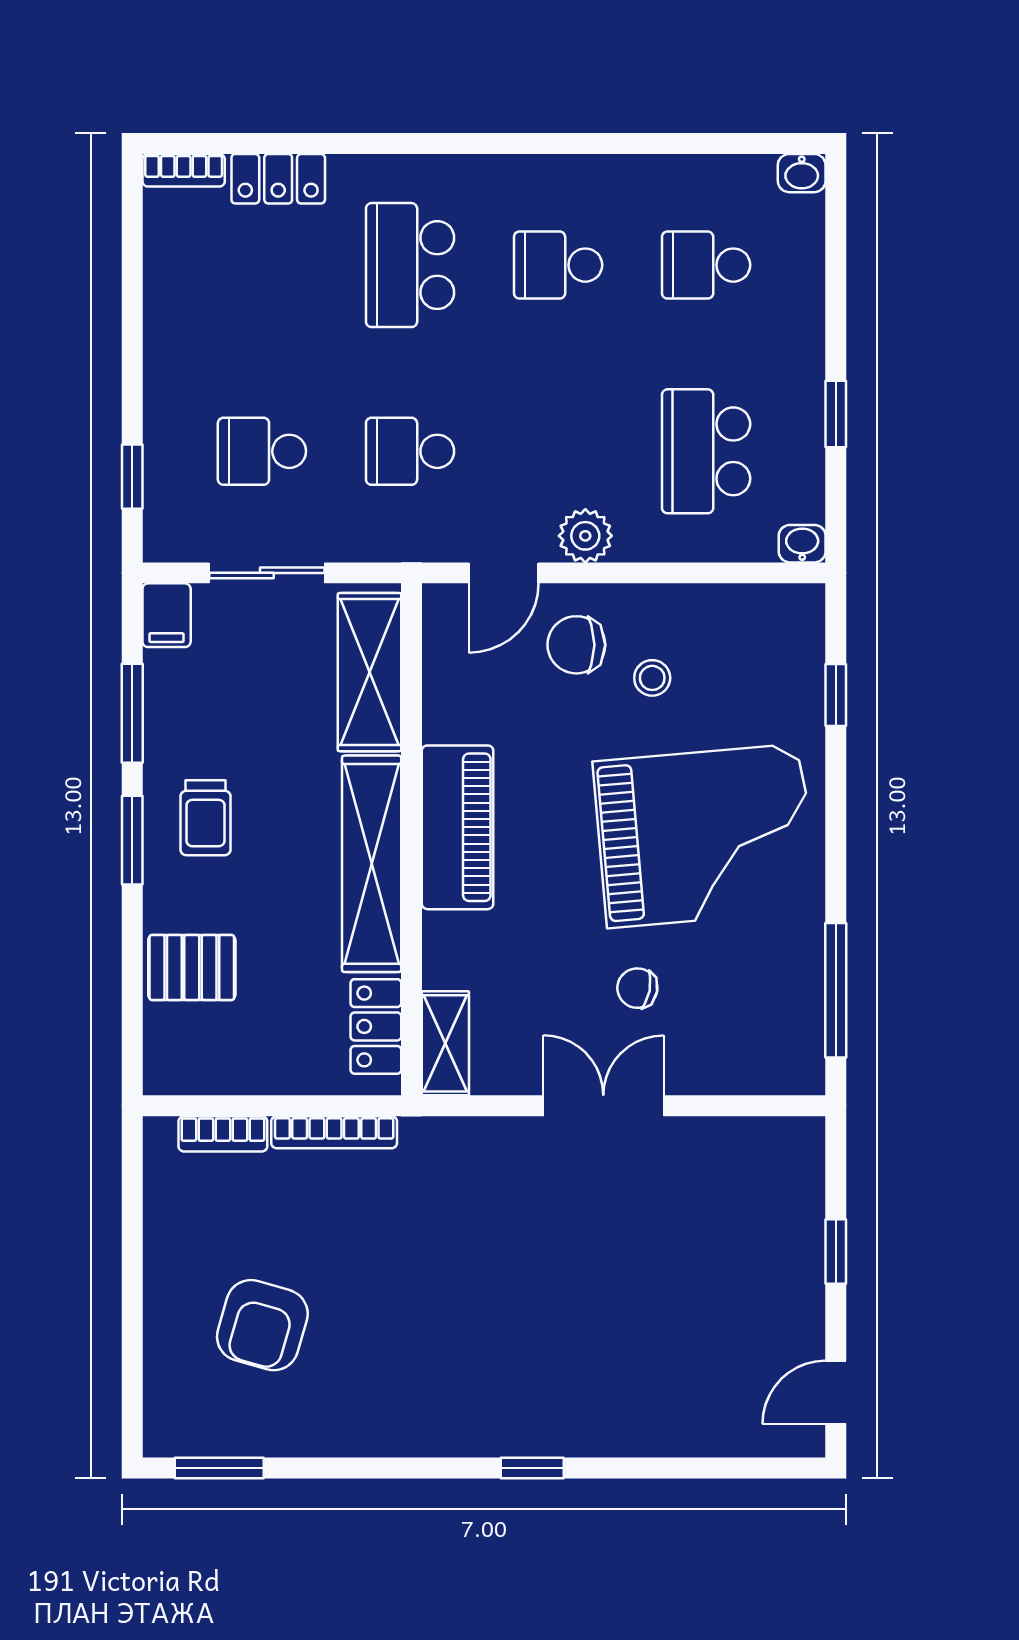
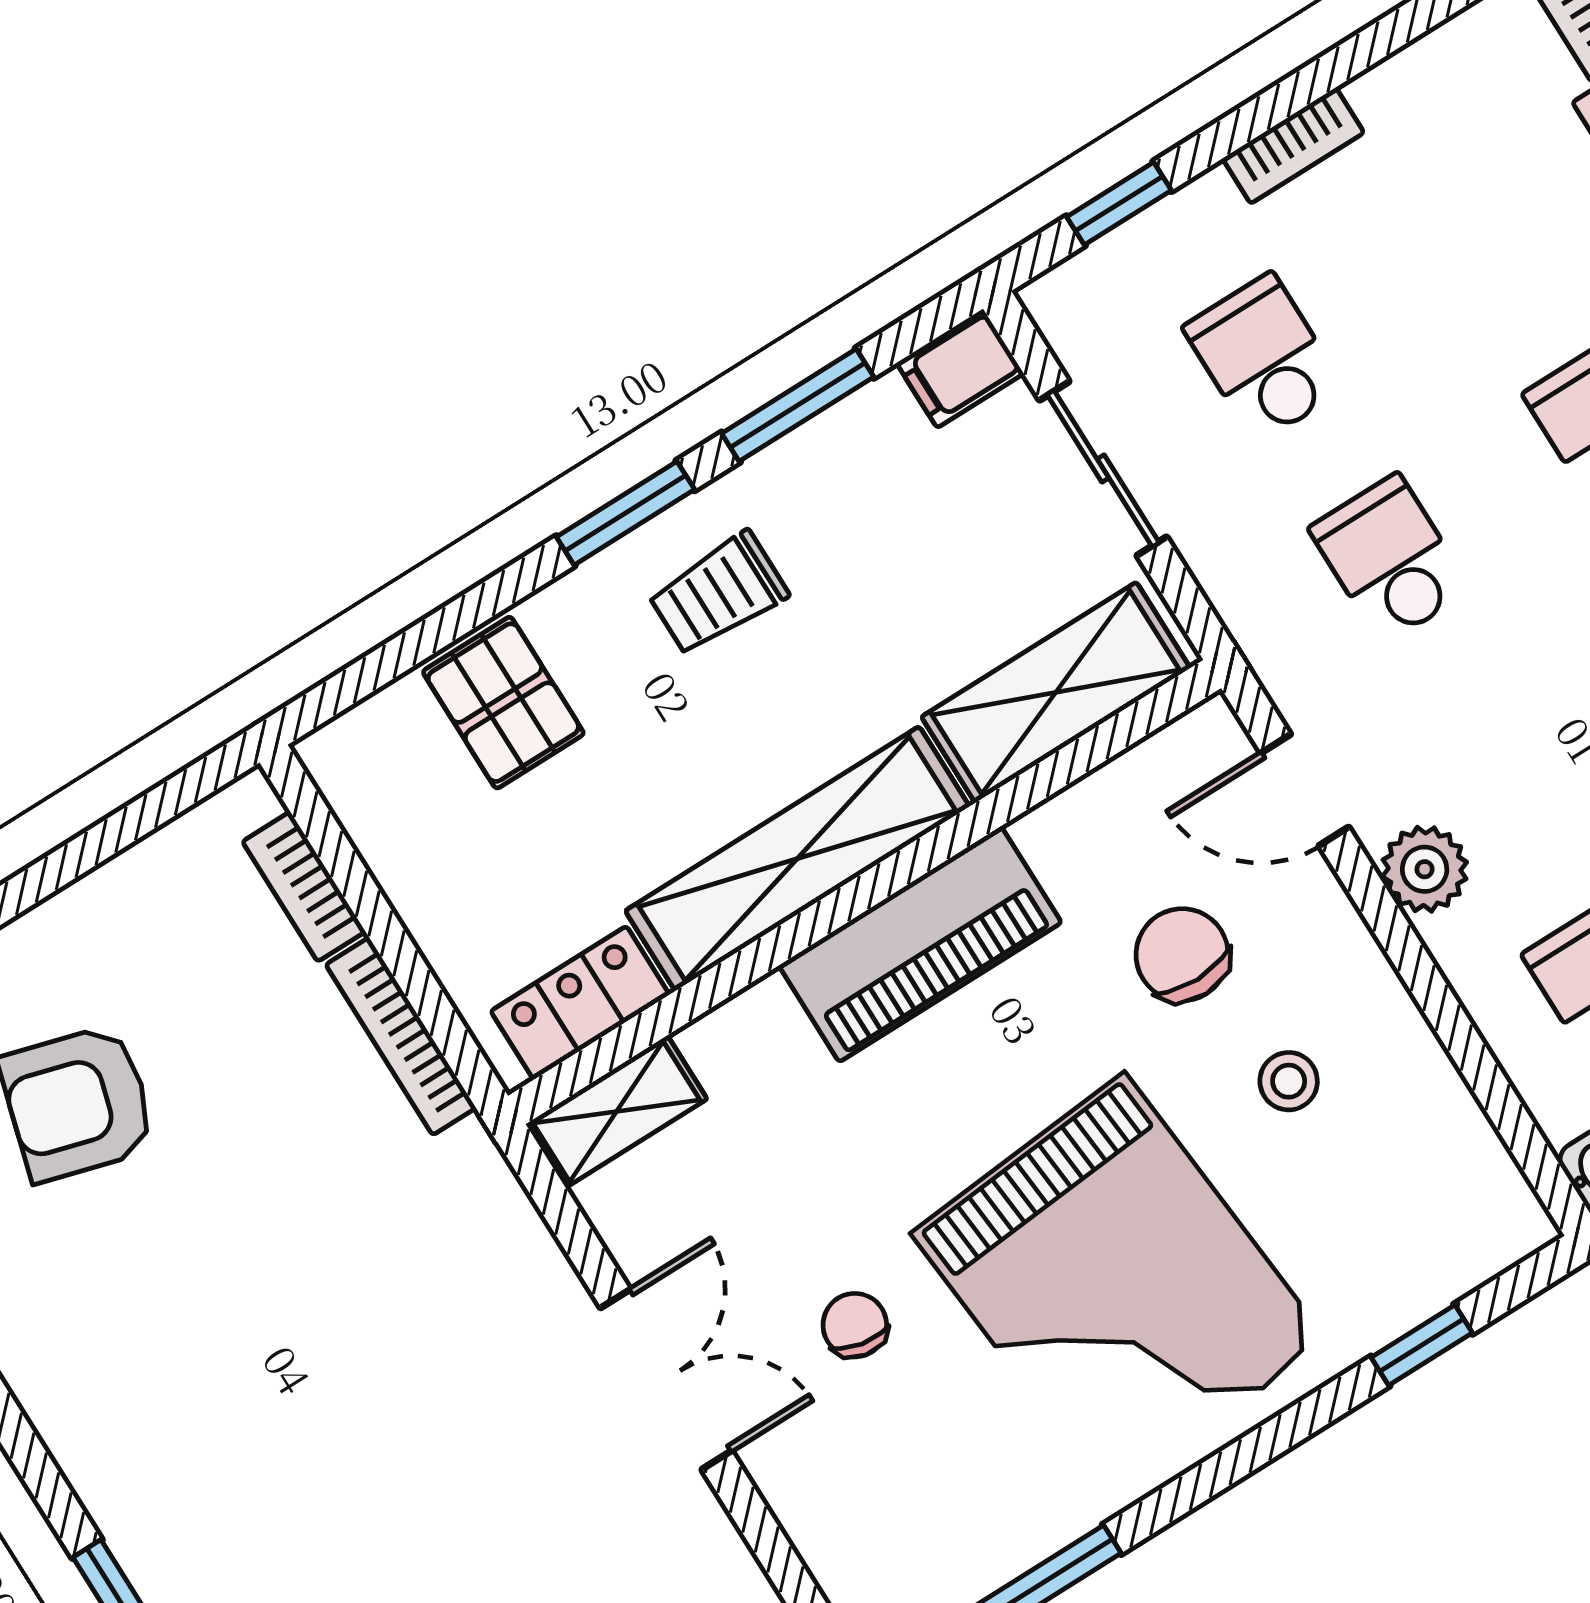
bookcase: (159, 365) -> (1293, 146), added
chair: (576, 645) -> (1182, 955), moved

